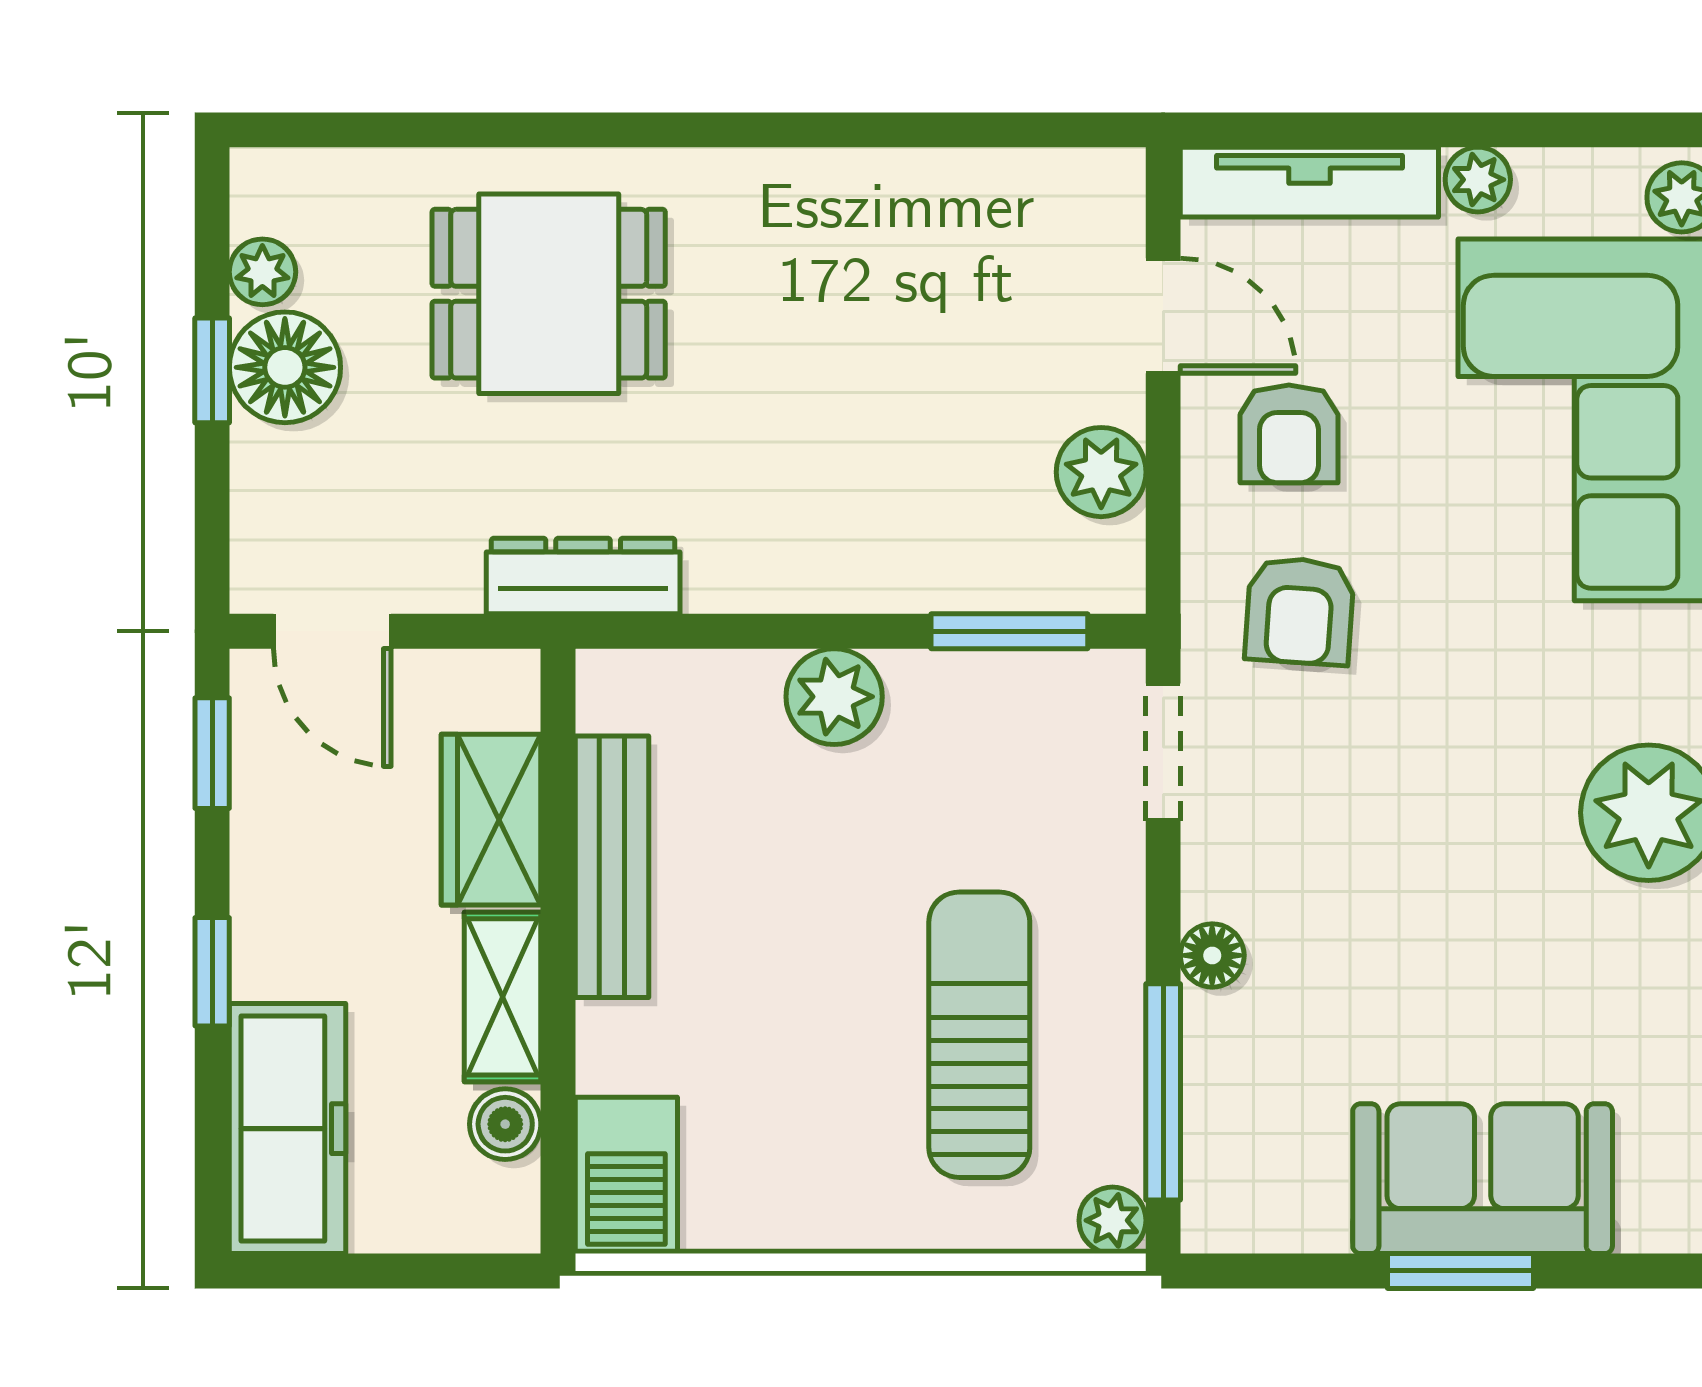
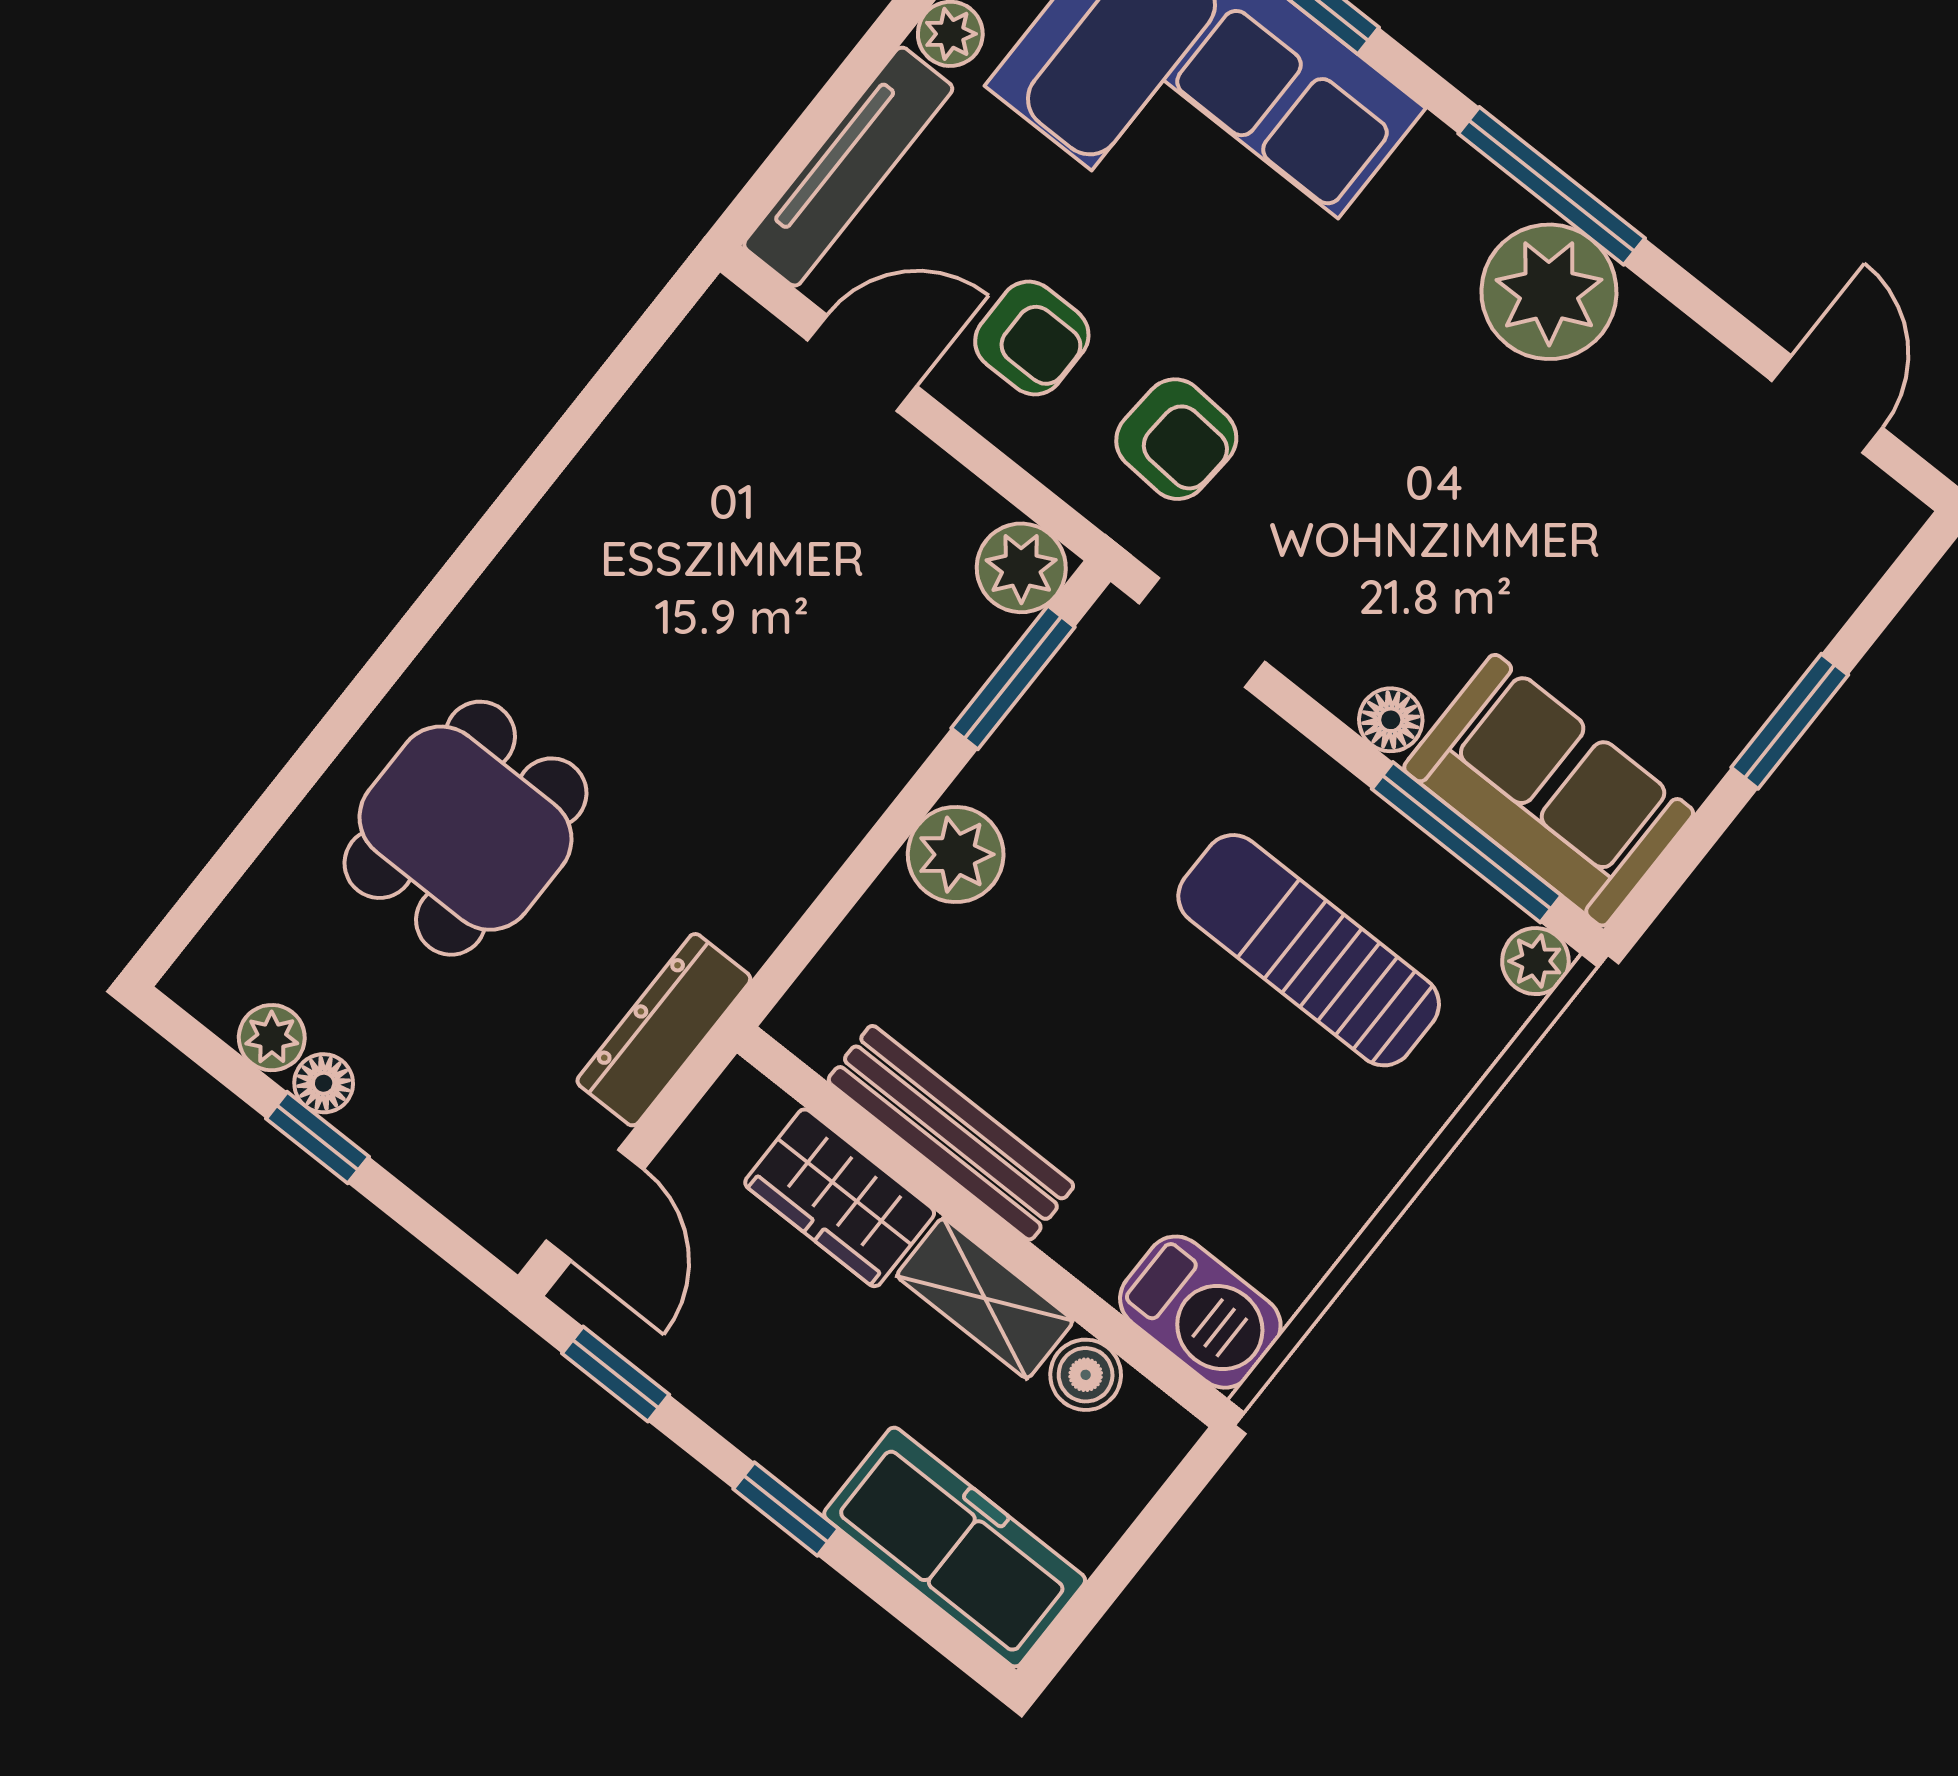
floor lamp: (285, 367) -> (324, 1083), width x0.53, depth x0.53
plant: (1101, 472) -> (1021, 568), moved
dresser: (583, 576) -> (664, 1030), moved
door: (332, 631) -> (595, 1205), hinge flipped
sofa: (1483, 1179) -> (1549, 790), moved, turned 90

